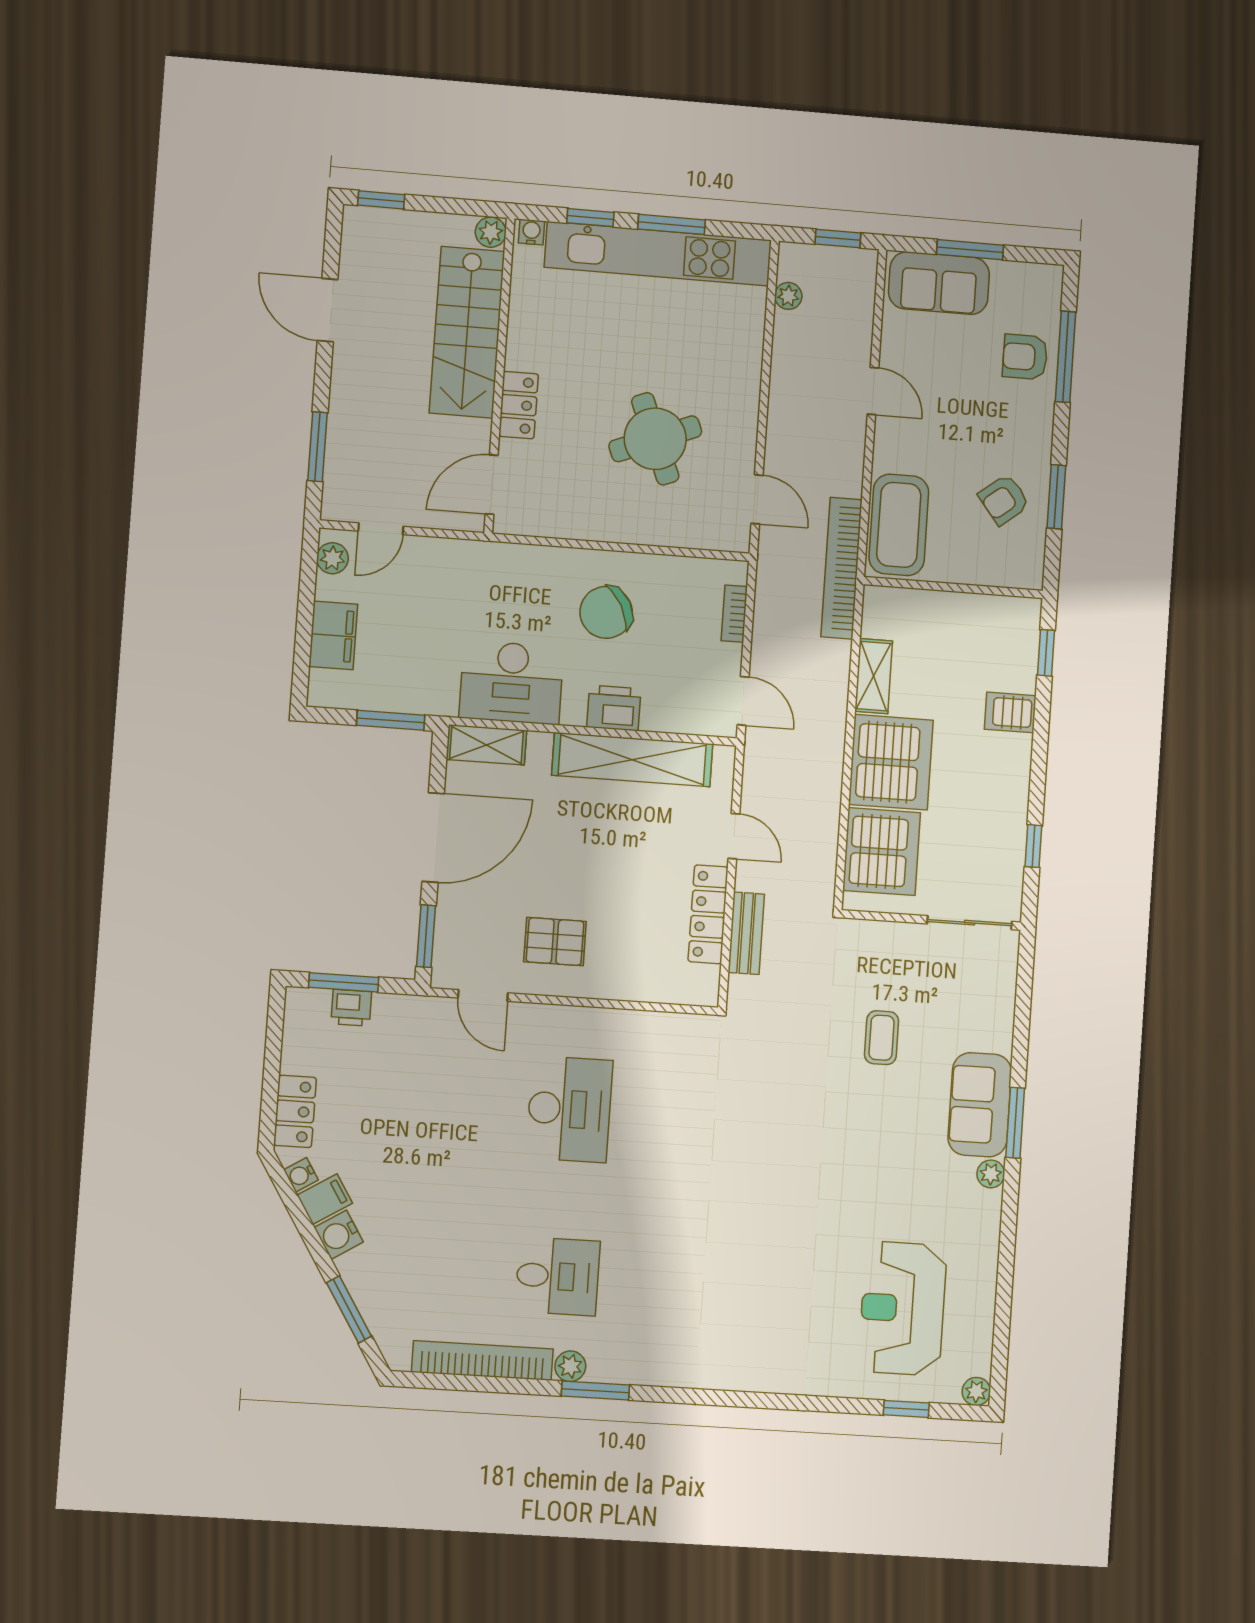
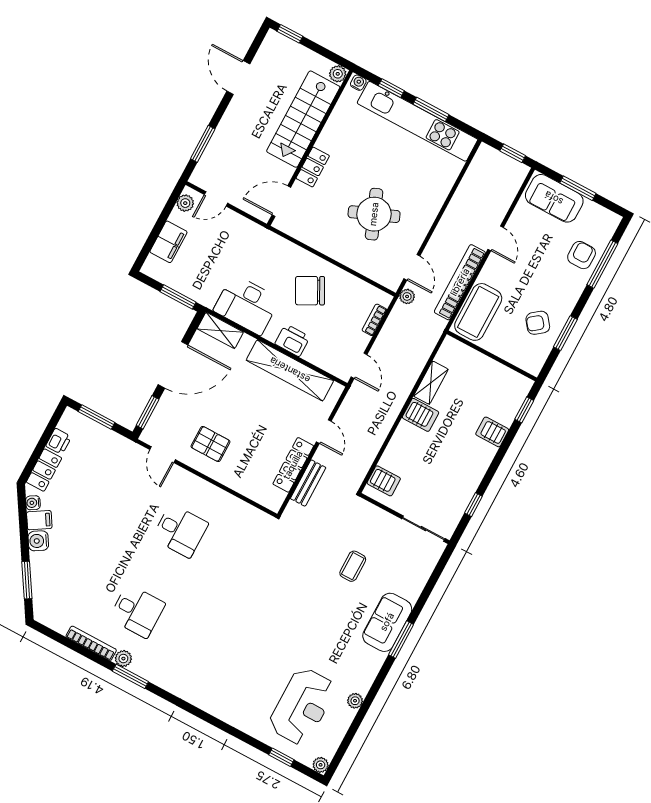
plant: (788, 296) -> (407, 296), moved
armchair: (1025, 357) -> (582, 255), turned 90
bookcase: (841, 568) -> (460, 282), moved
server rack: (891, 762) -> (421, 415), width x0.46, depth x0.70
server rack: (882, 852) -> (384, 481), width x0.46, depth x0.70
printer: (351, 1008) -> (59, 441), moved, turned -90
desk: (569, 1109) -> (180, 531), width x0.73
plant: (991, 1174) -> (355, 701), moved
reception desk: (903, 1308) -> (302, 706), turned 180
bookcase: (482, 1360) -> (91, 643), width x0.68, depth x0.76

